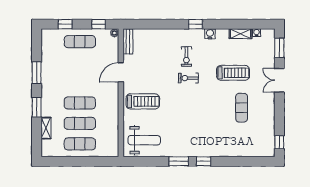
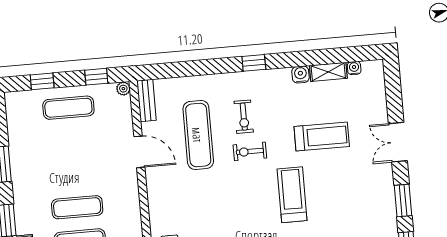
water cooler: (210, 34) -> (300, 75), moved
window: (279, 48) -> (403, 201), moved
door: (121, 72) -> (139, 152), swing flipped
treadmill: (143, 101) -> (292, 195), moved, turned -90
exercise mat: (242, 108) -> (198, 135), moved, width x1.36, depth x1.45

